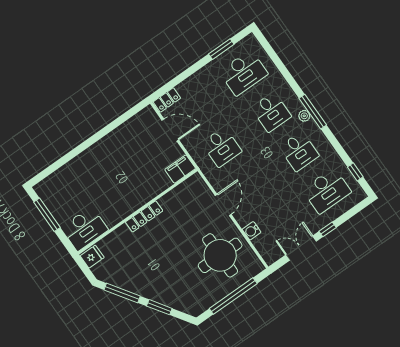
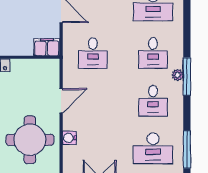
window: (355, 172) -> (187, 149), width x2.17

